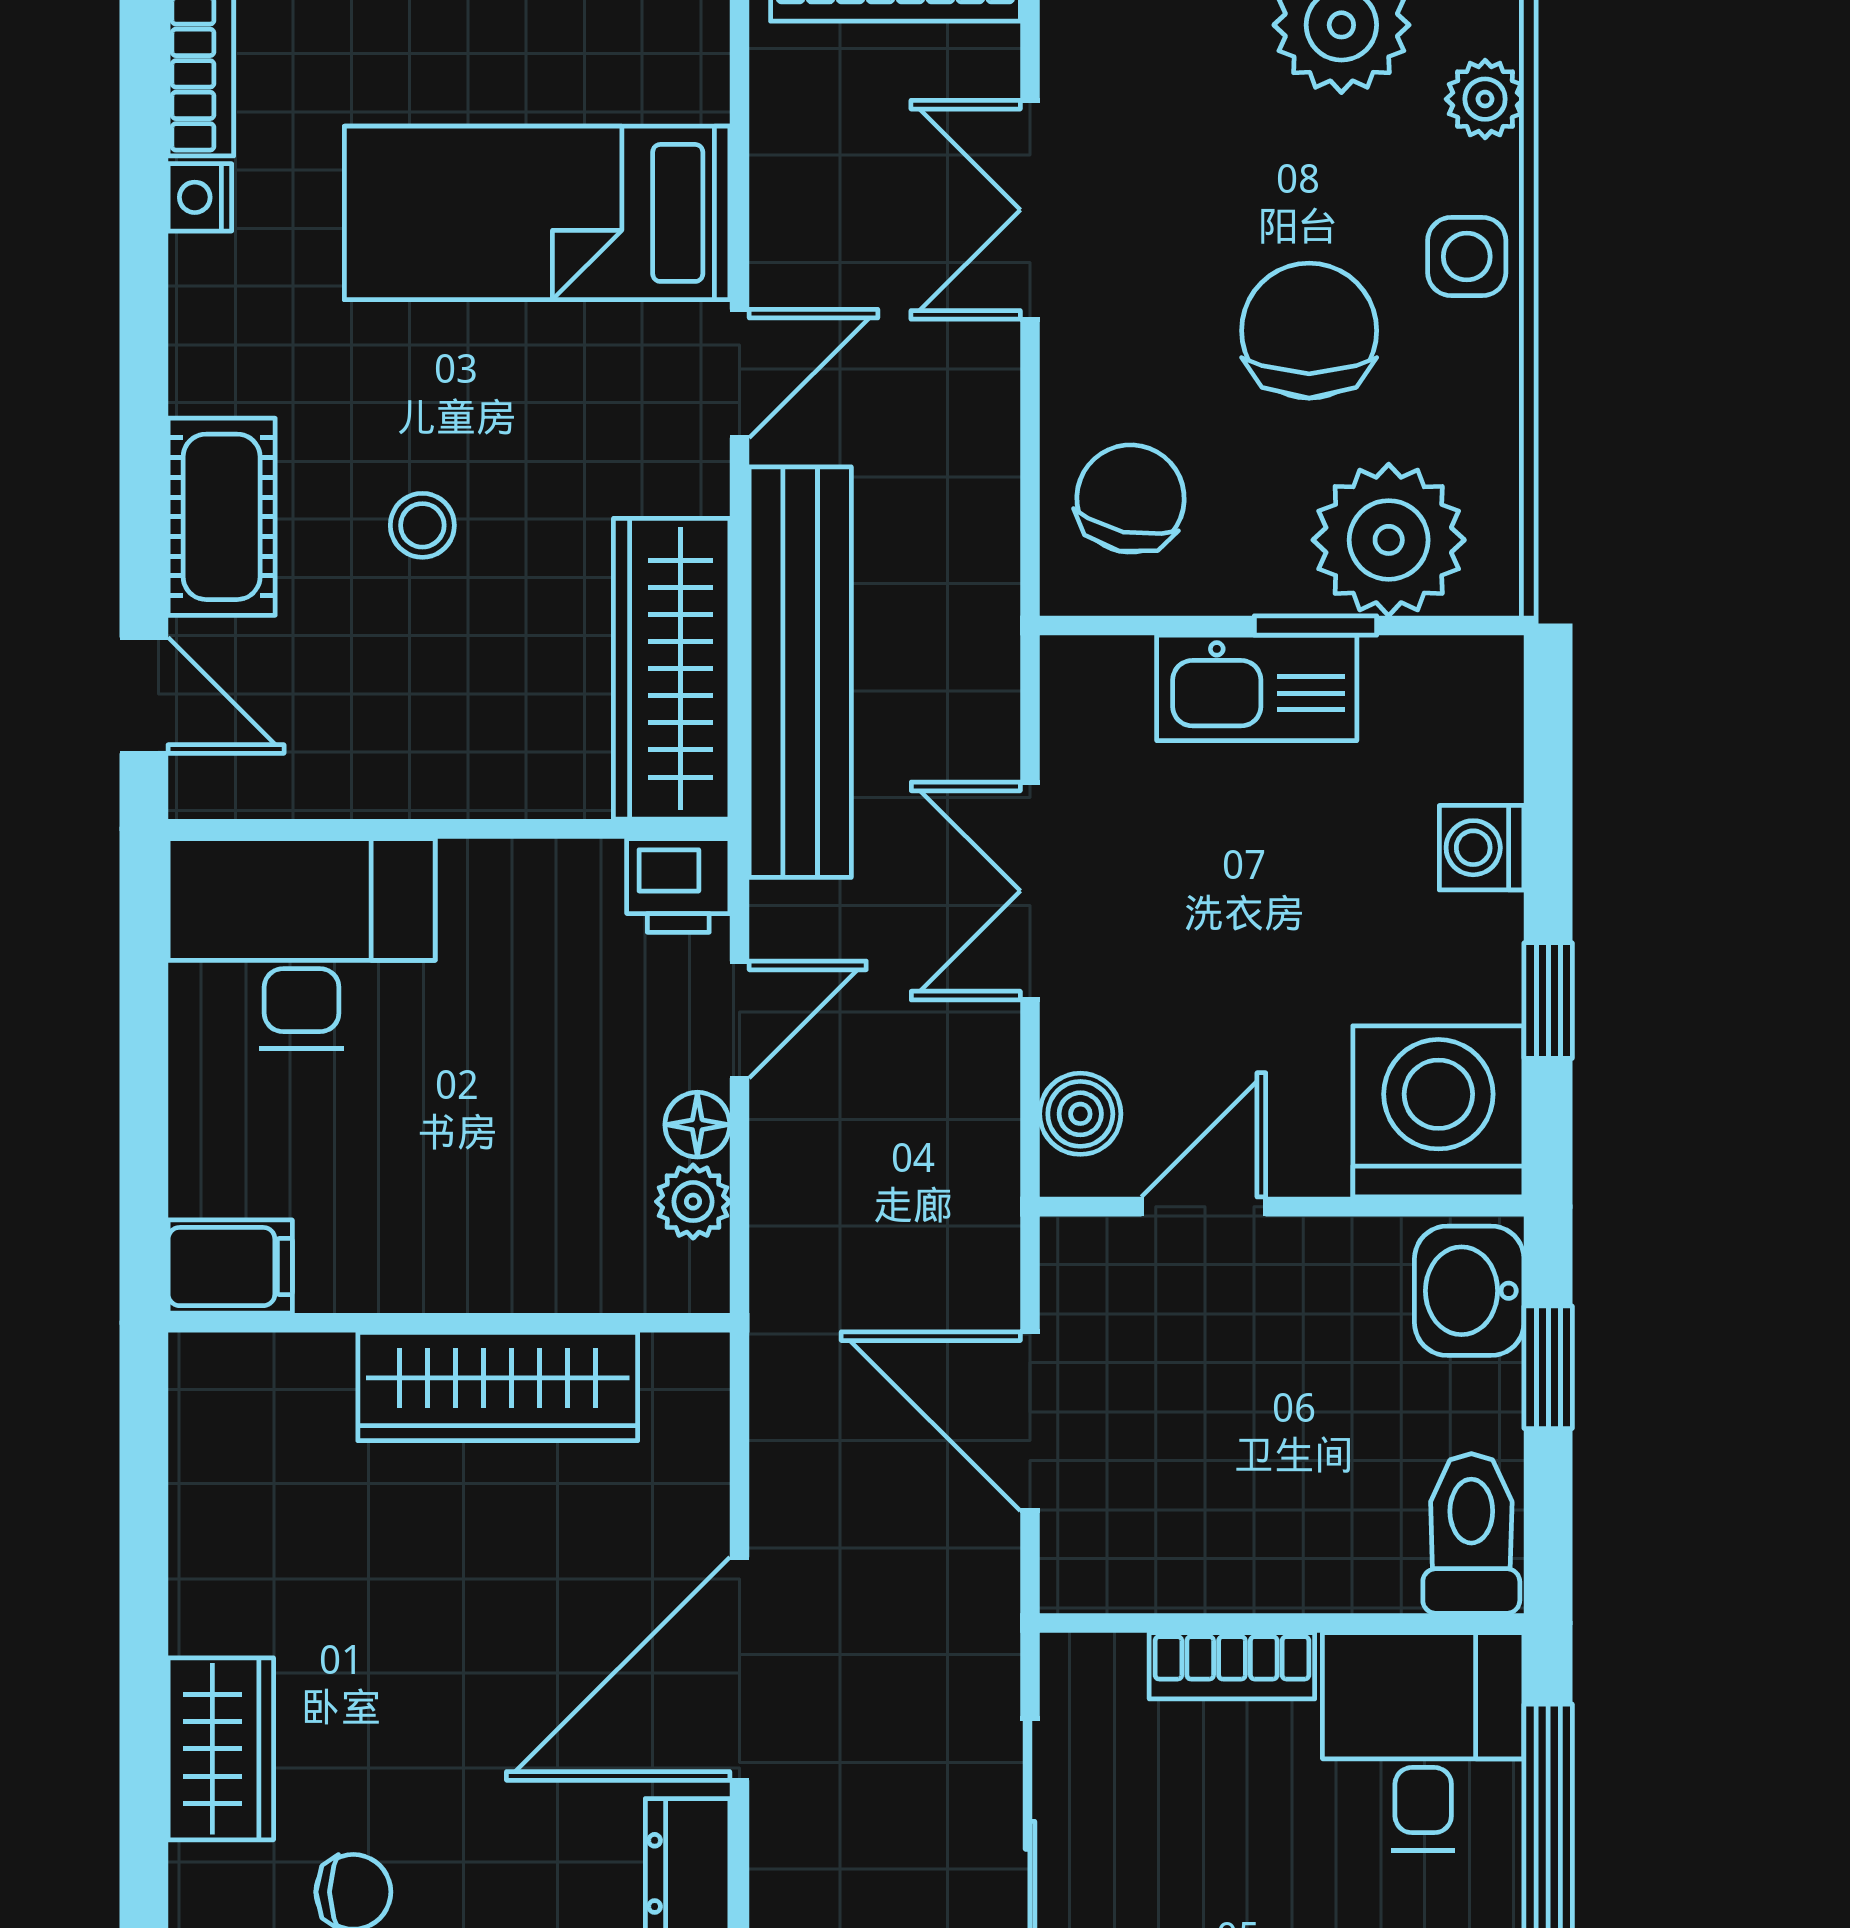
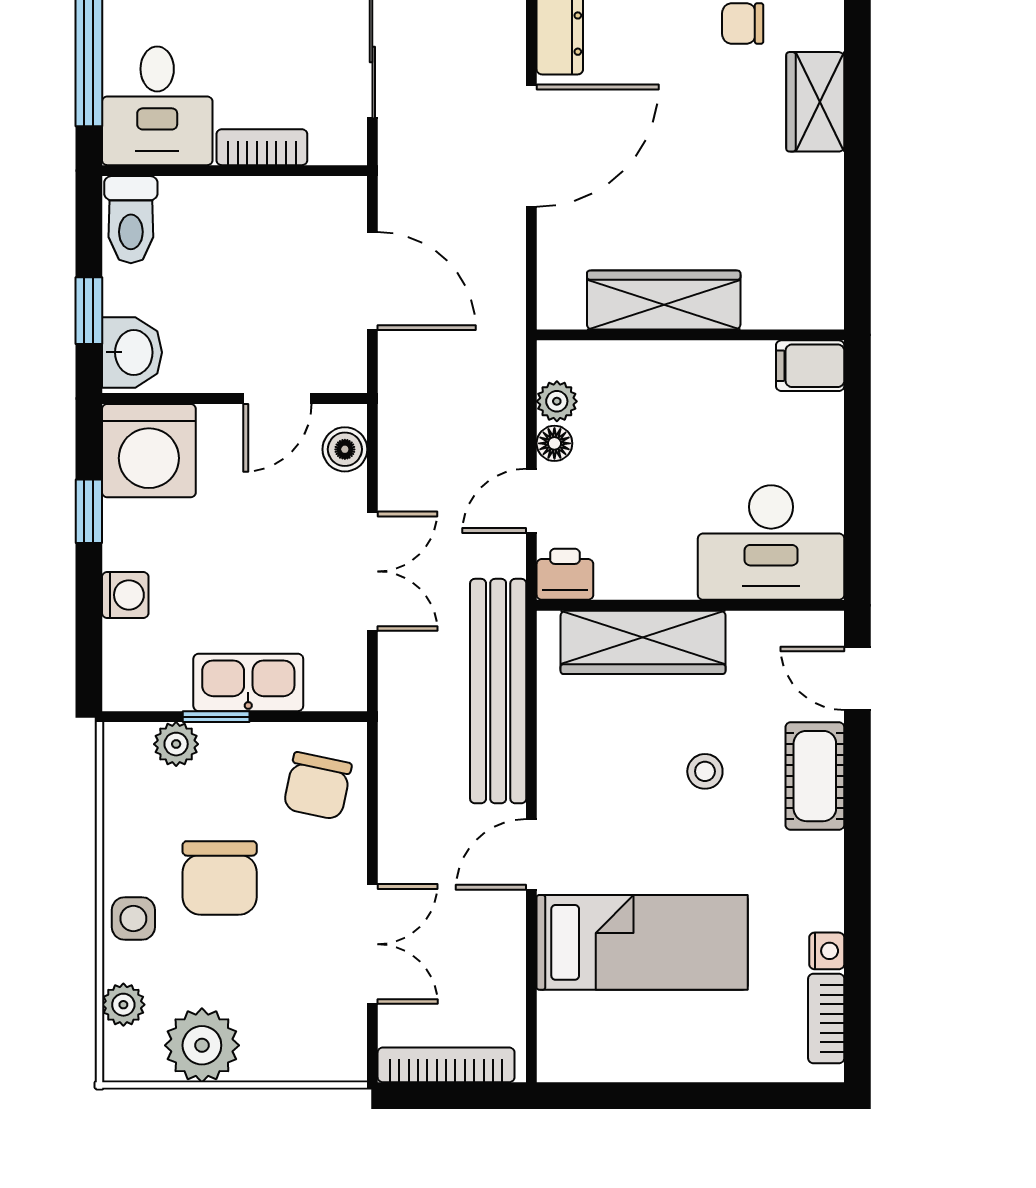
plant: (1389, 540) -> (176, 744), width x0.53, depth x0.53
wardrobe: (672, 669) -> (643, 642), moved, turned 90

